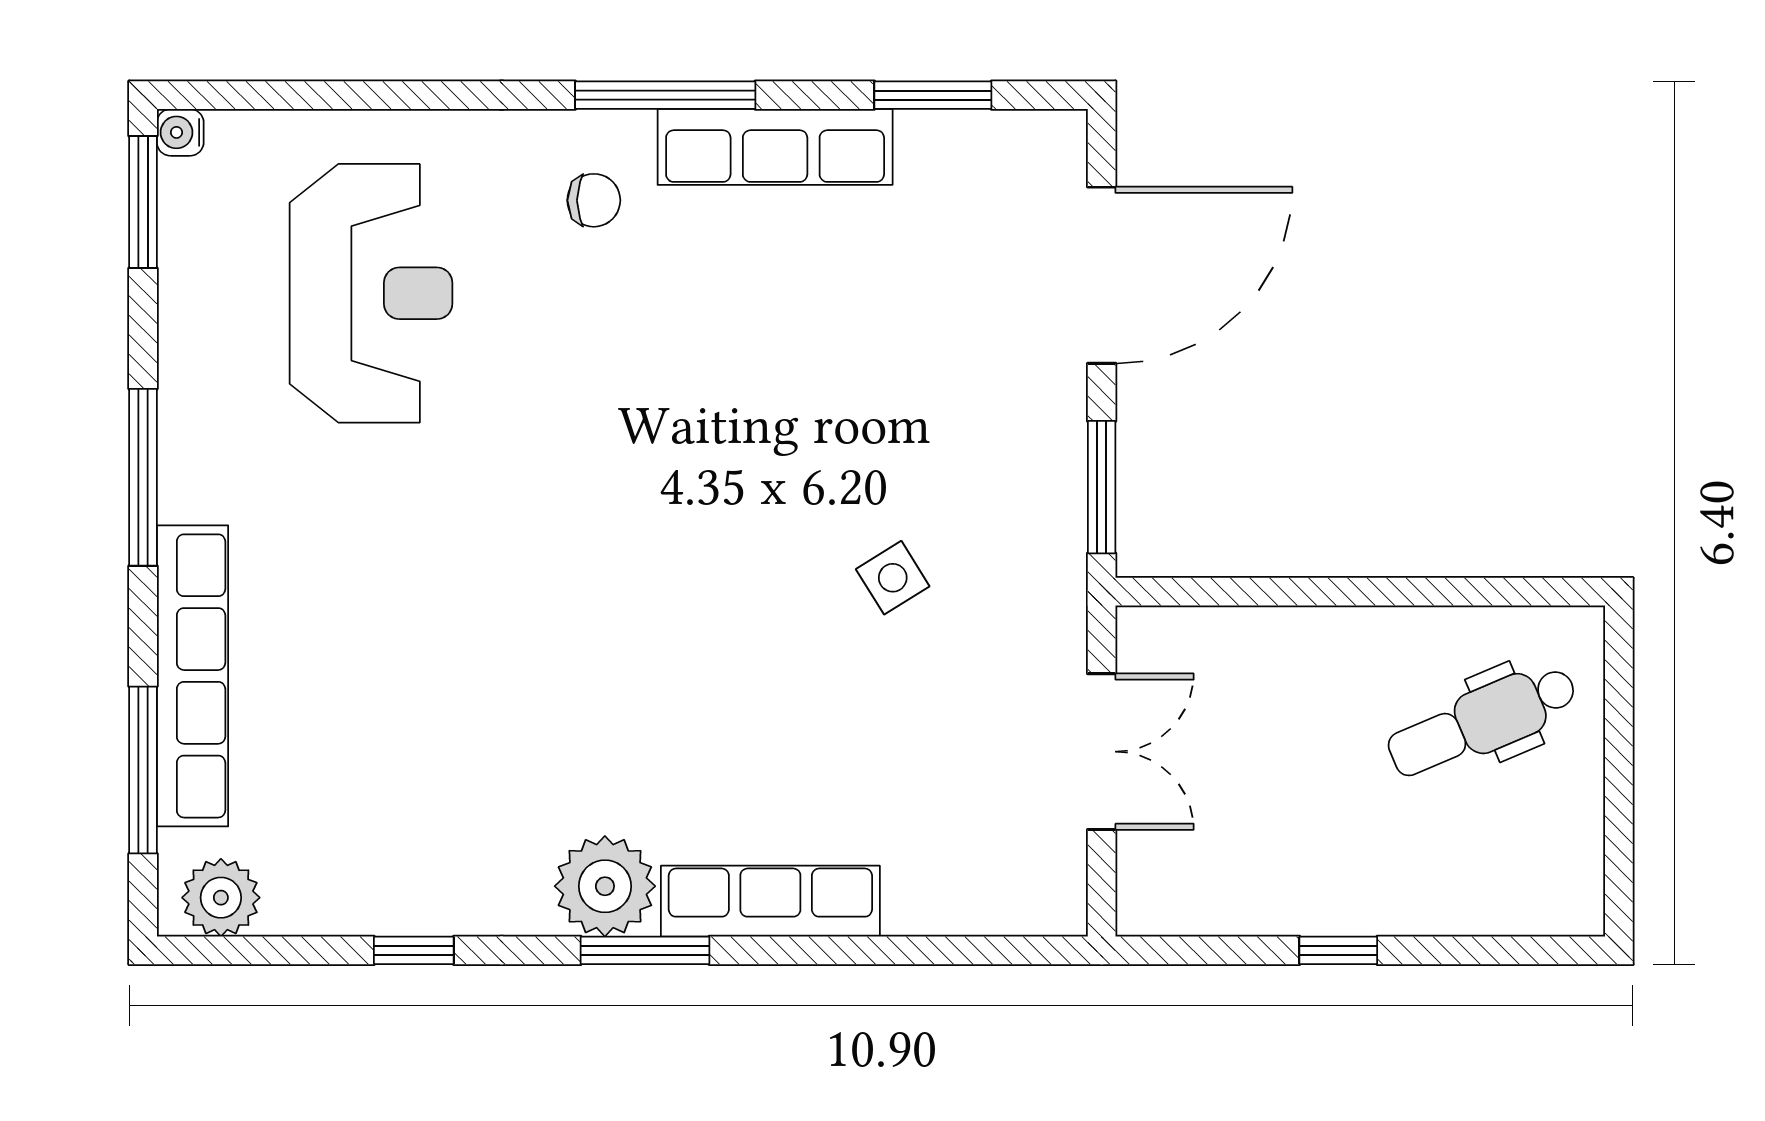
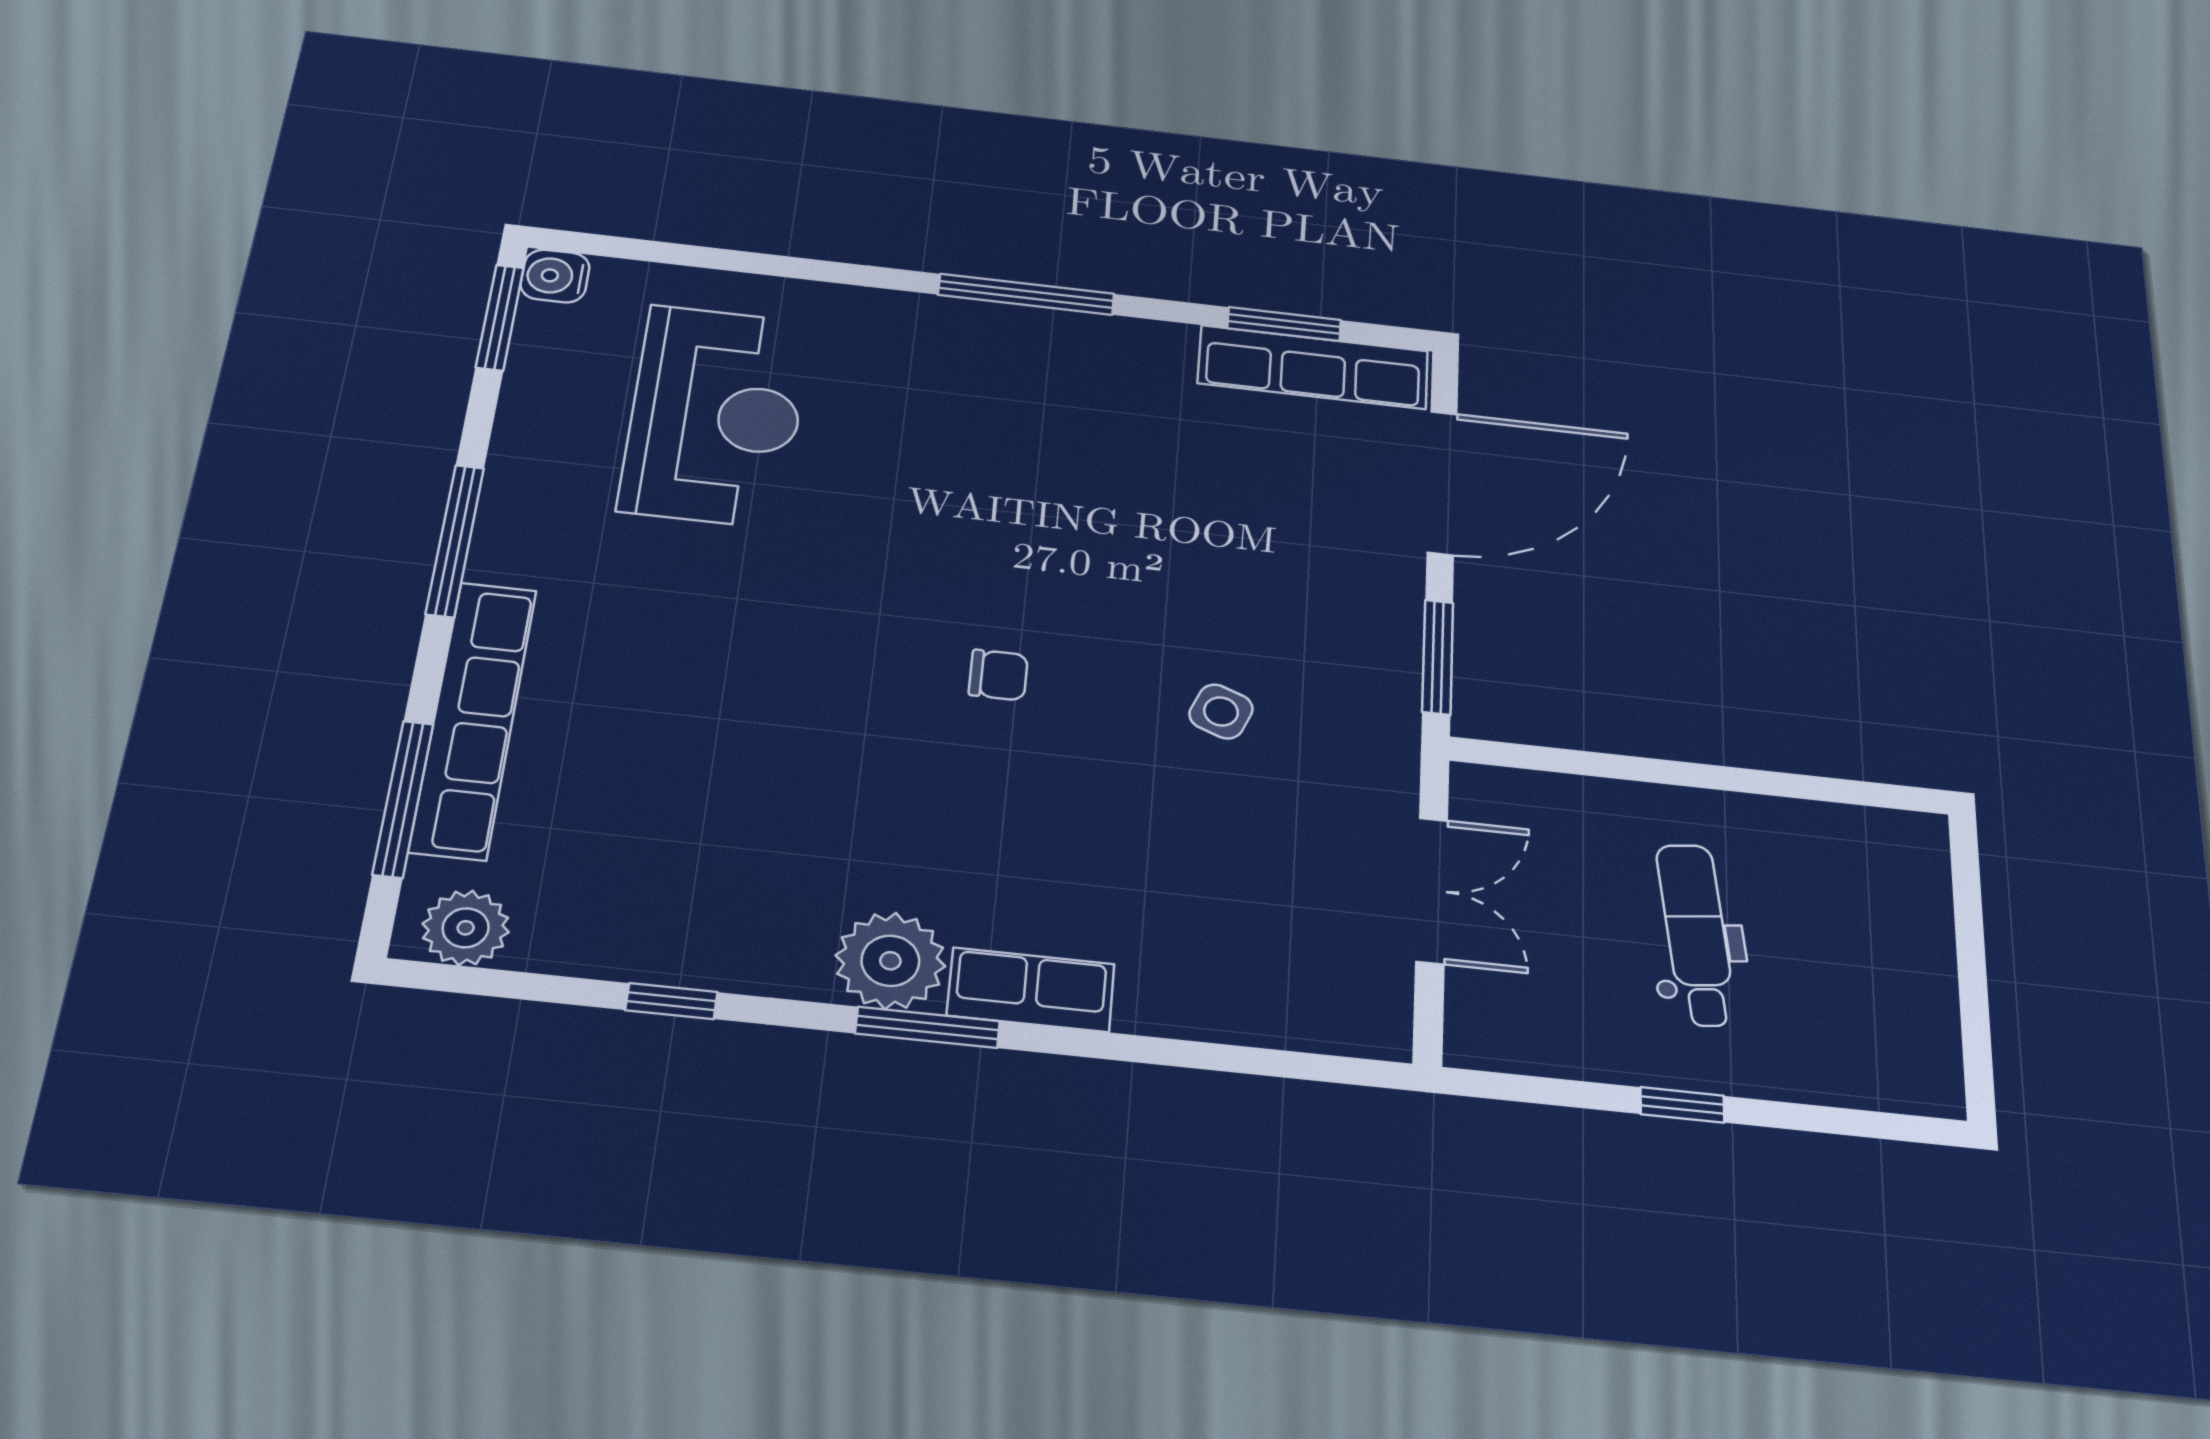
water cooler: (180, 132) -> (555, 276), width x1.38, depth x1.38
row of seats: (775, 147) -> (1313, 367), moved
chair: (594, 200) -> (998, 675), moved
side table: (893, 578) -> (1221, 711), turned -36
dental chair: (1482, 721) -> (1696, 934), moved, turned 106
row of seats: (770, 901) -> (1031, 990), width x0.68

